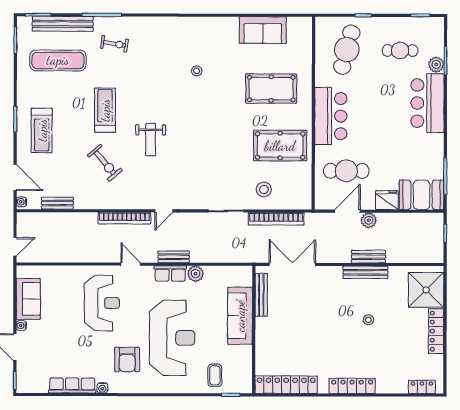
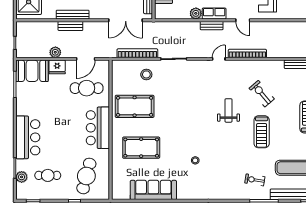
sofa: (263, 30) -> (153, 190), width x1.36
plant: (436, 65) -> (22, 177), moved
plant: (369, 220) -> (55, 52), moved

